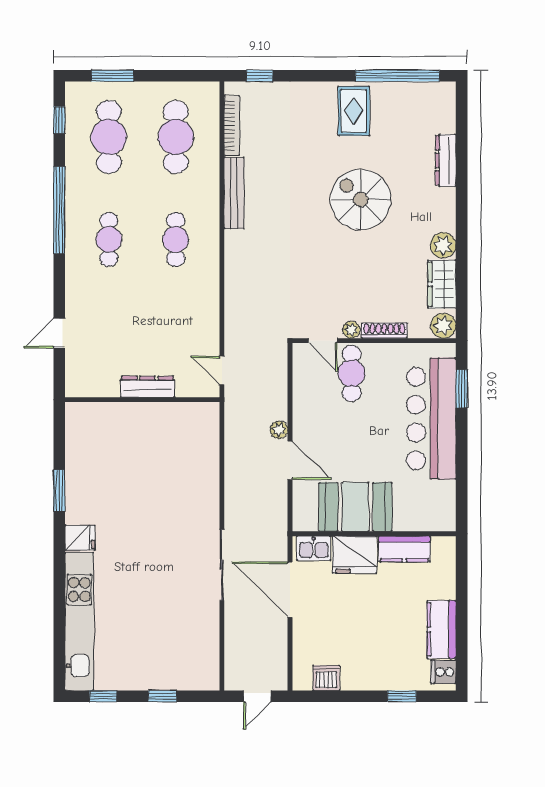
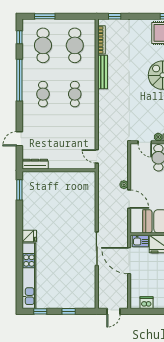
dresser: (148, 387) -> (35, 164), moved
window: (59, 491) -> (19, 190), moved

